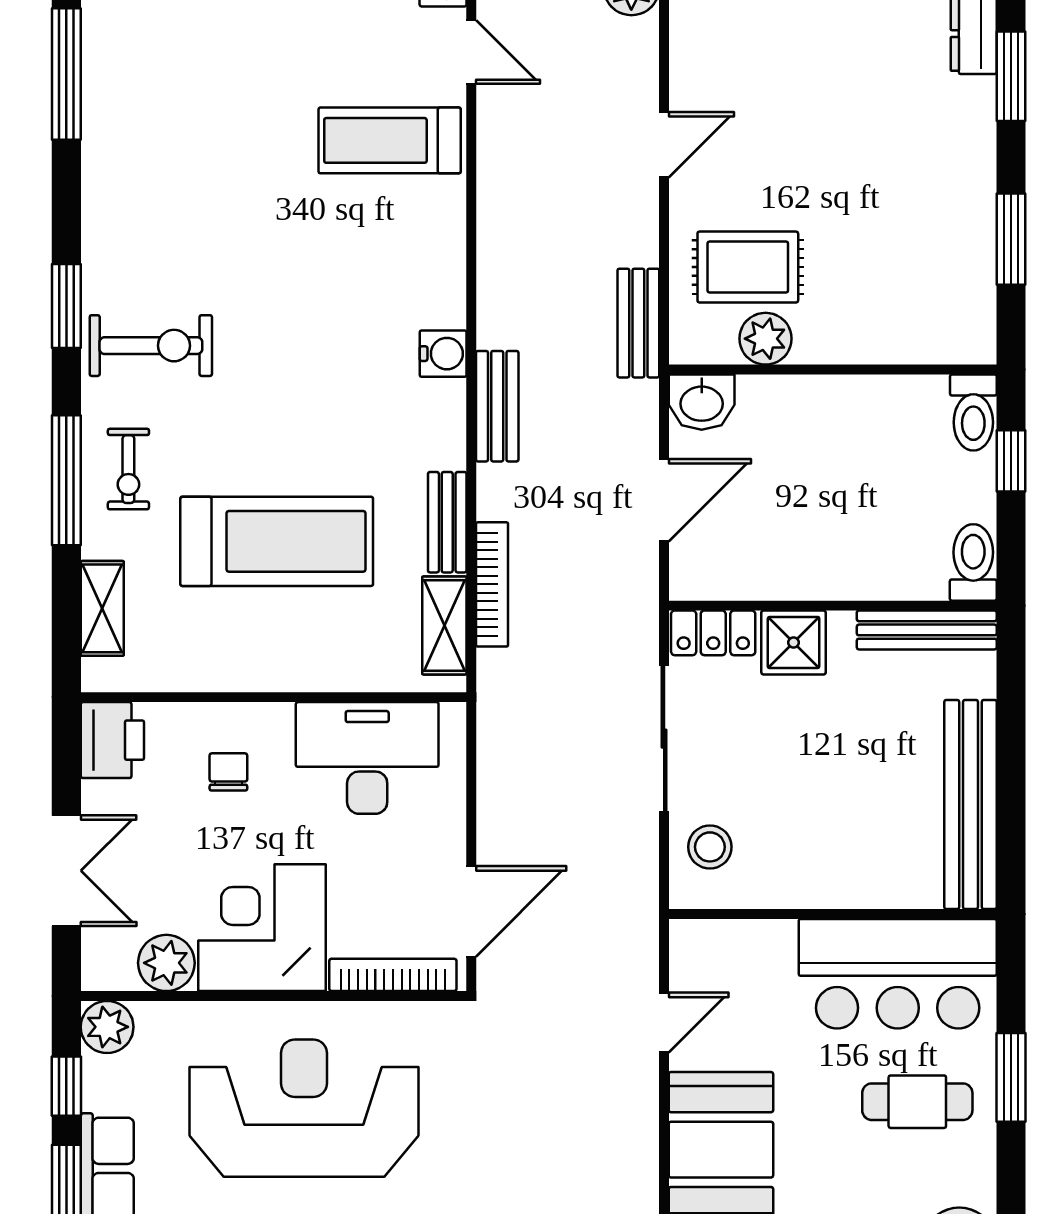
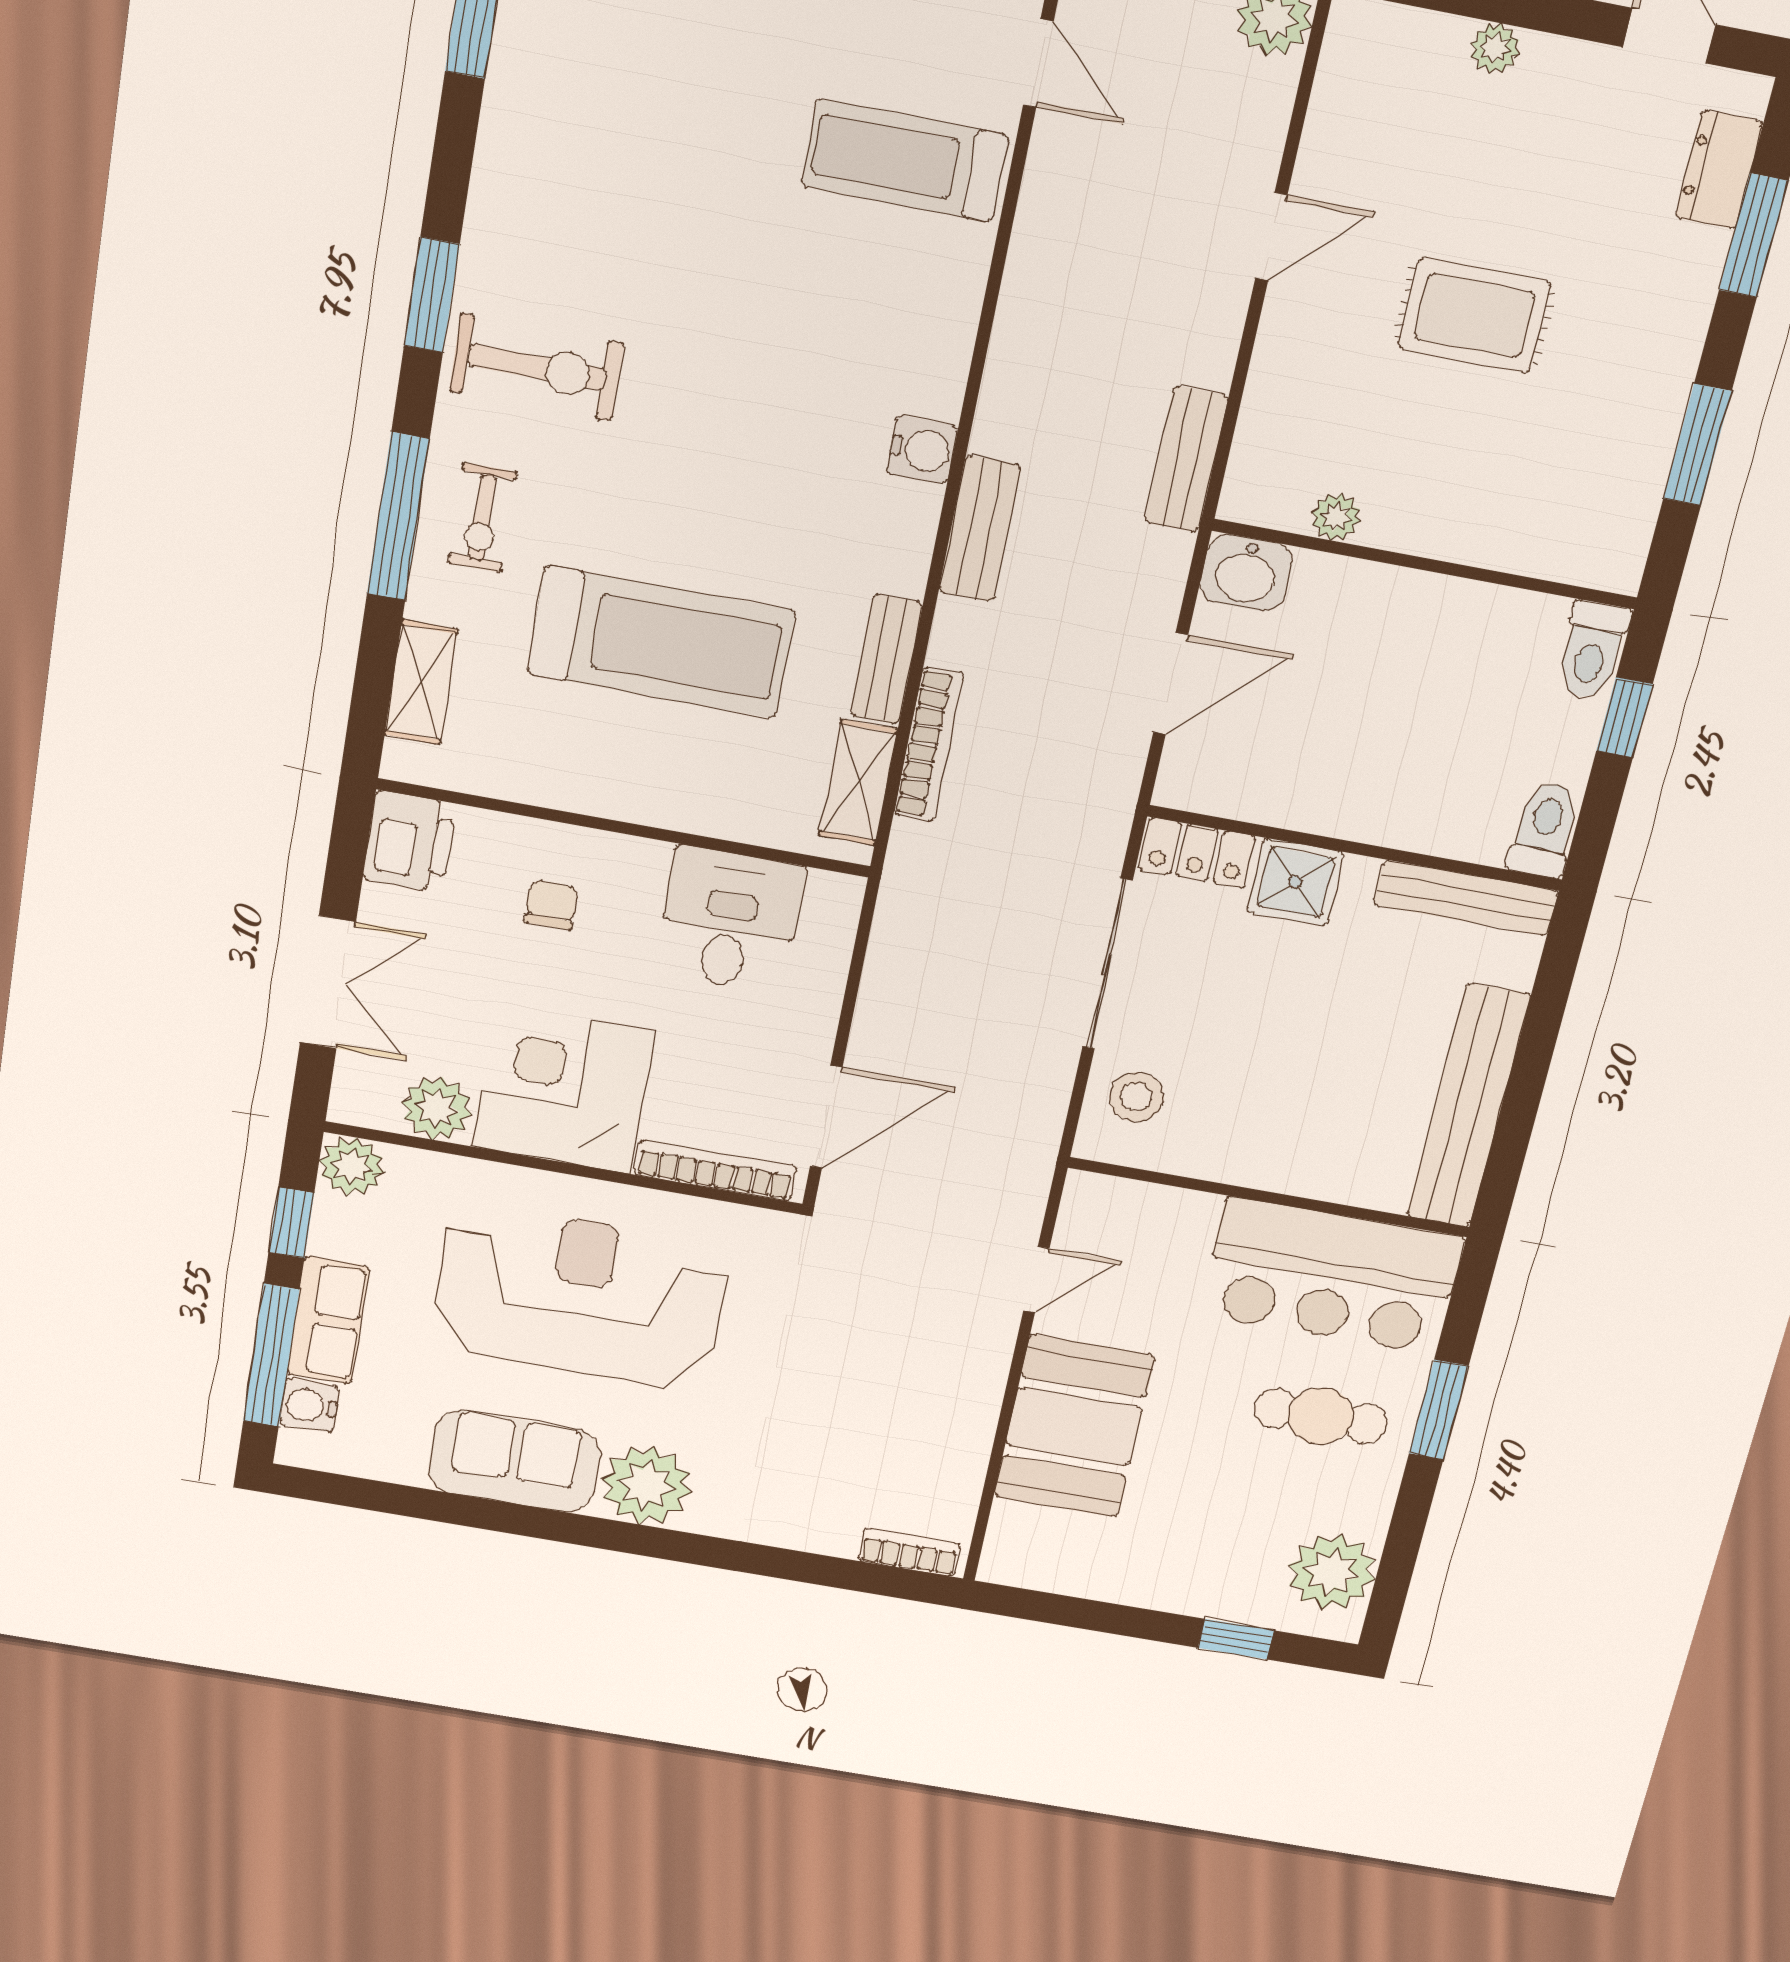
rug: (748, 267) -> (1475, 315), moved
plant: (766, 339) -> (1336, 517), width x0.73, depth x0.73
desk: (367, 758) -> (730, 920), width x0.73

